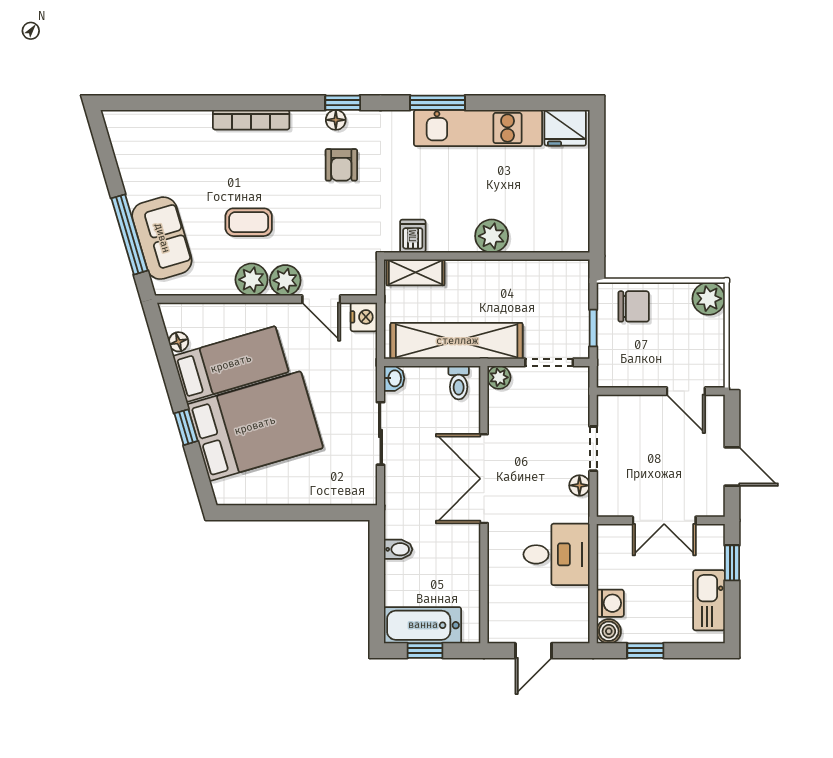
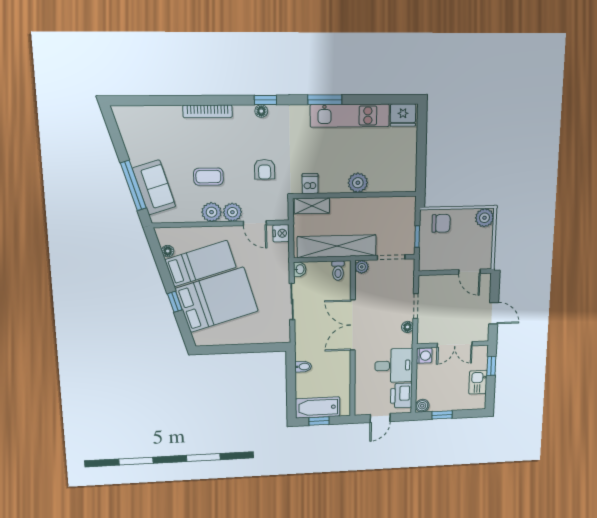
armchair: (341, 165) -> (265, 169), moved
kitchen sink: (709, 600) -> (478, 382), width x0.73
washing machine: (610, 603) -> (424, 356), moved
printer: (571, 610) -> (401, 396), added

